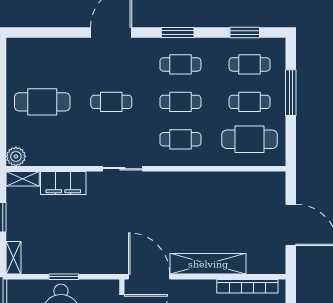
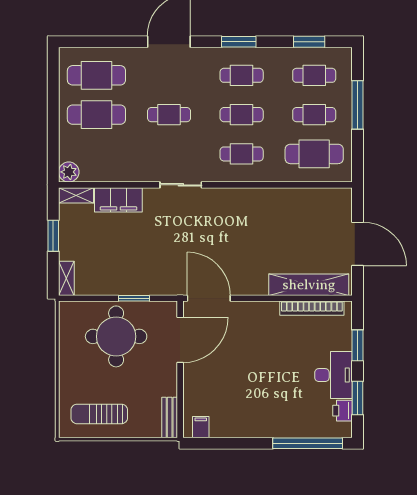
cafe table: (42, 64) -> (96, 75), added
shelving: (208, 264) -> (309, 285), moved
window: (64, 277) -> (134, 298), moved

